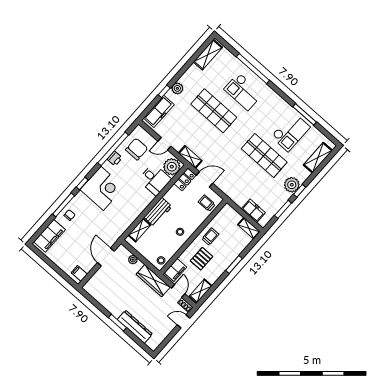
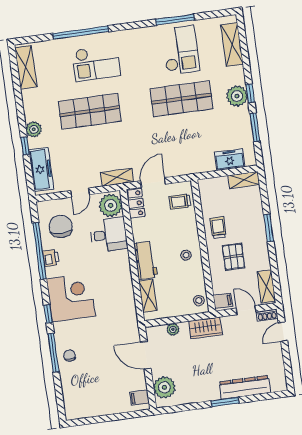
filing cabinet: (50, 236) -> (73, 395), removed
filing cabinet: (175, 270) -> (223, 301), width x0.50
wardrobe: (153, 281) -> (205, 328), width x0.67
plant: (97, 282) -> (164, 387), added

